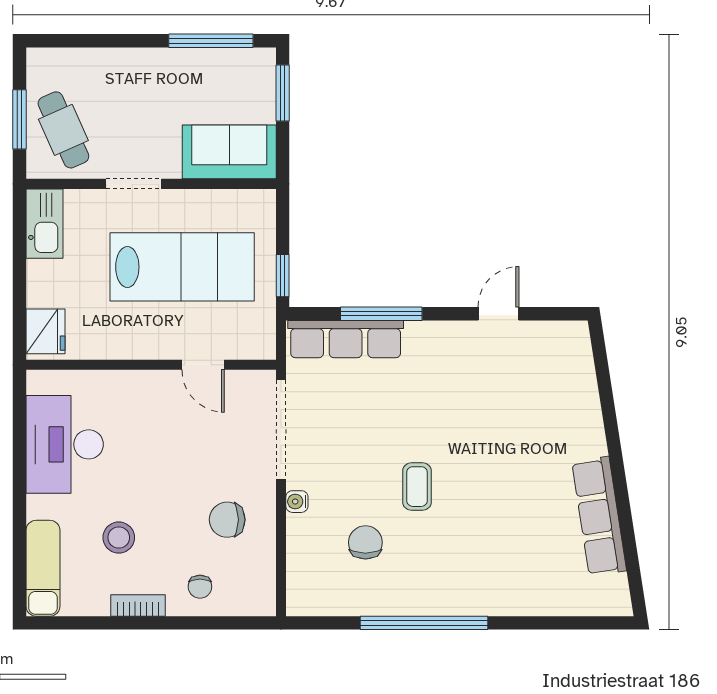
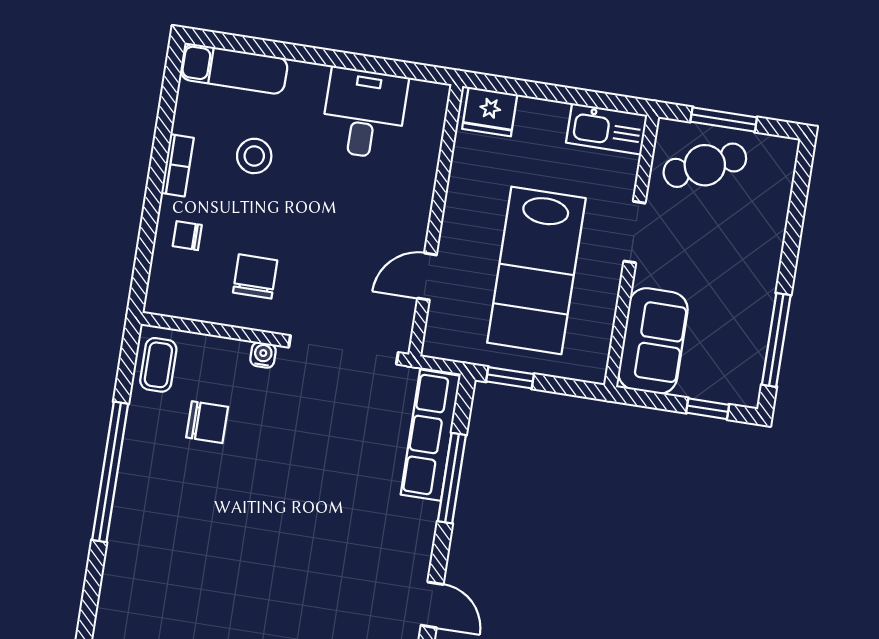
window: (283, 93) -> (708, 409), width x0.67
desk: (65, 444) -> (364, 113), width x0.73
coffee table: (417, 487) -> (158, 365), moved, turned 90

